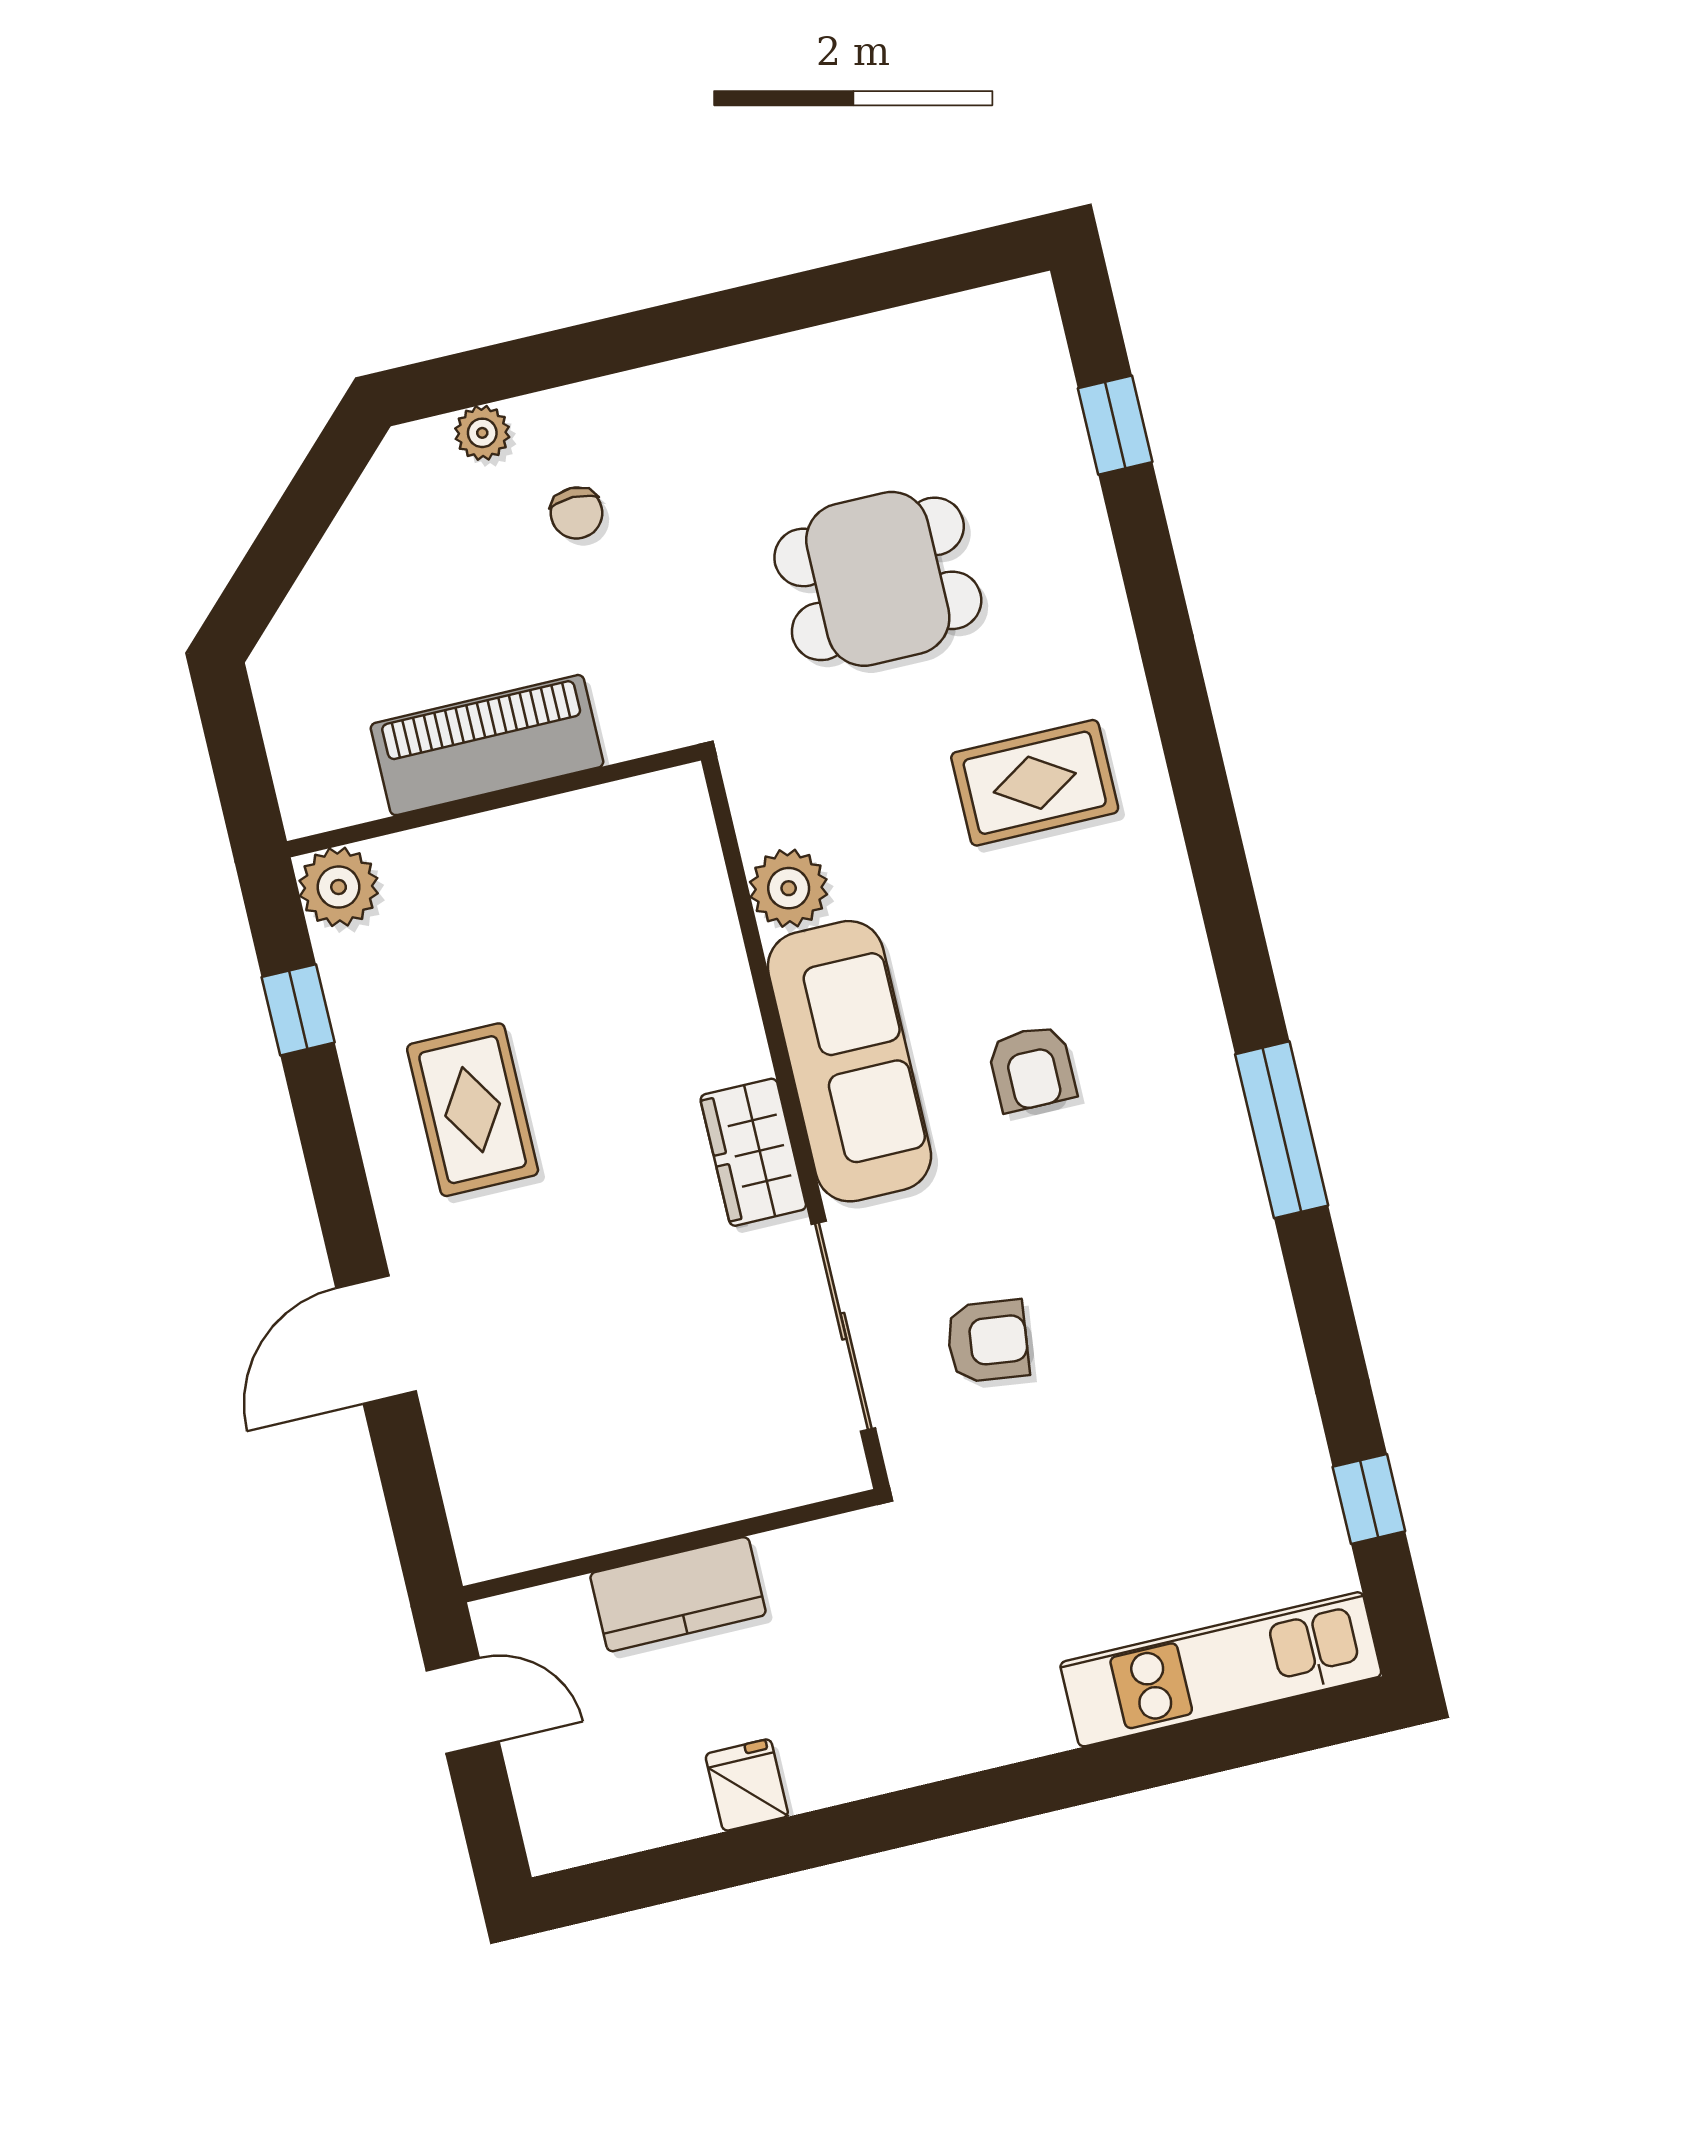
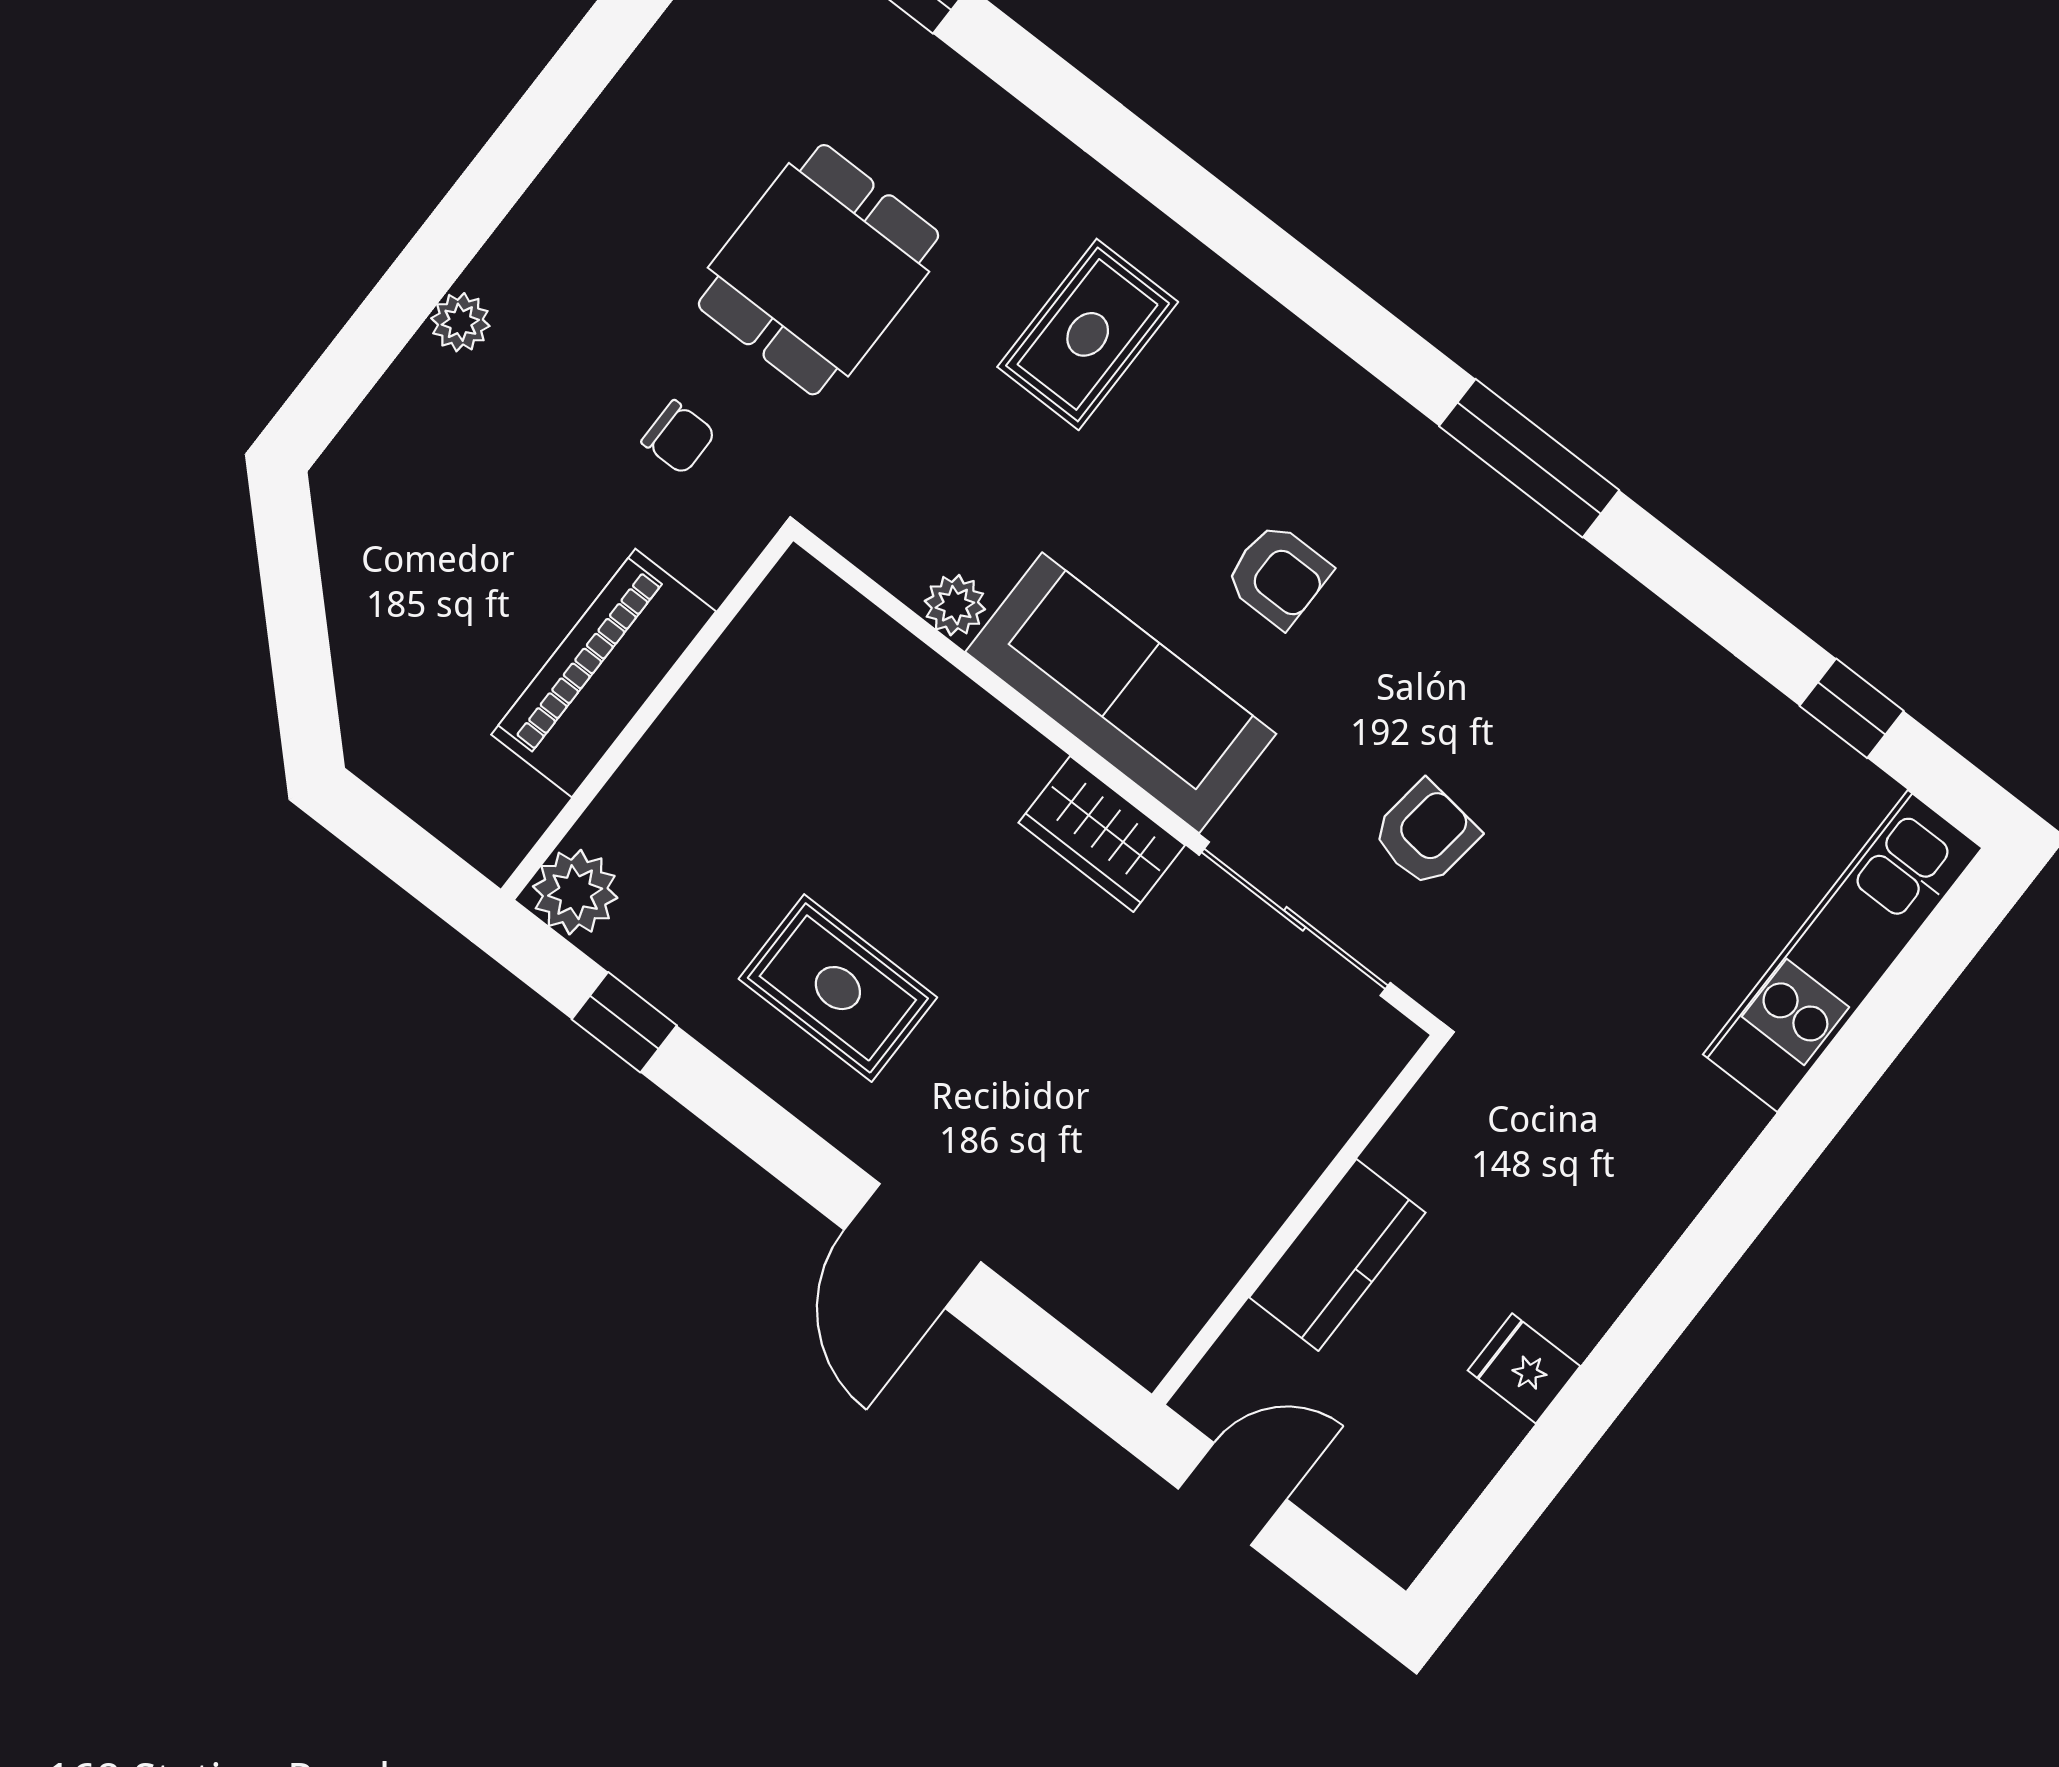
plant: (482, 433) -> (460, 322), moved
chair: (576, 513) -> (679, 437), moved
plant: (789, 888) -> (955, 605), width x0.73, depth x0.73

